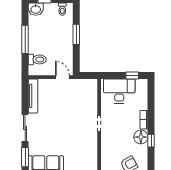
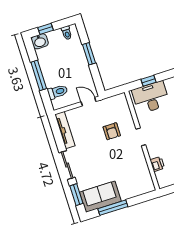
window: (132, 75) -> (148, 81), moved
armchair: (75, 110) -> (112, 131), added
printer: (106, 153) -> (157, 164), added

